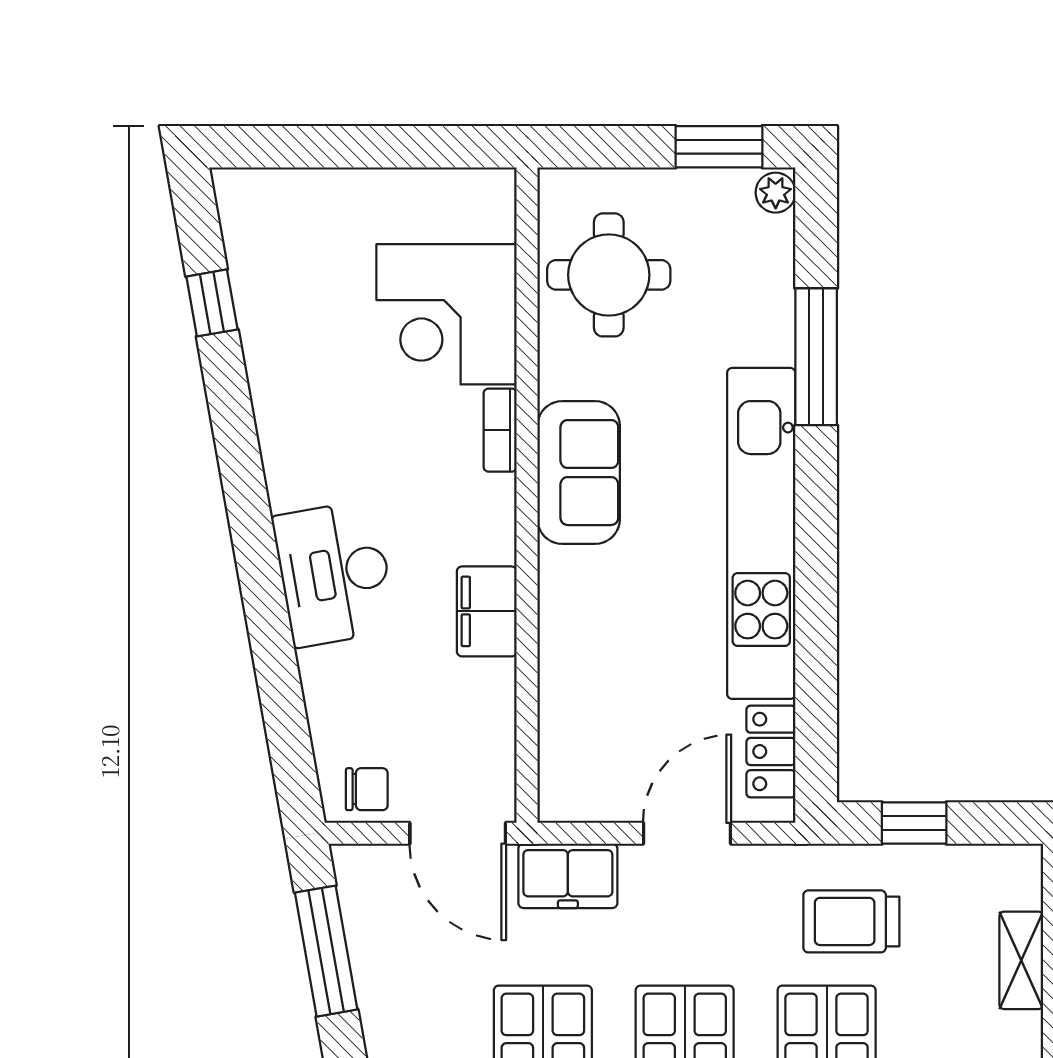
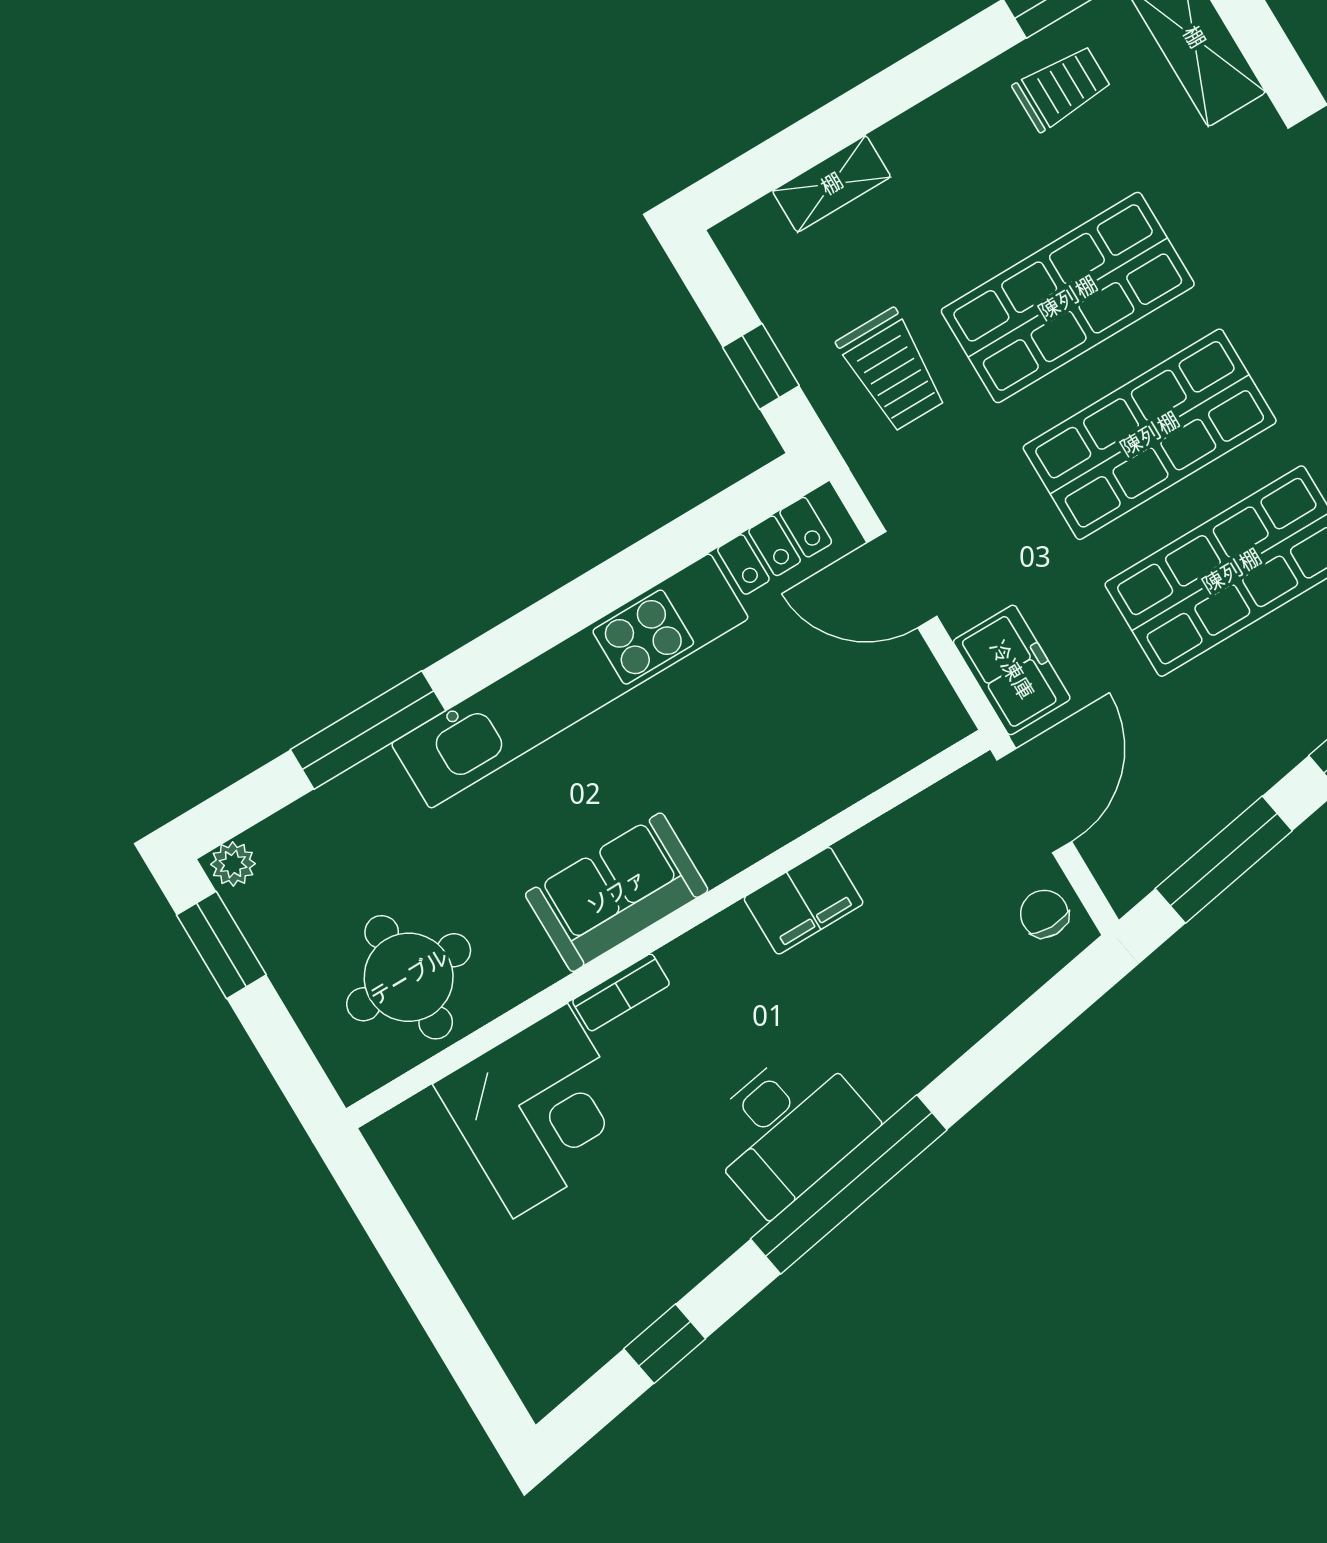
window: (250, 516) -> (849, 1184), added
desk: (334, 574) -> (787, 1128), moved

